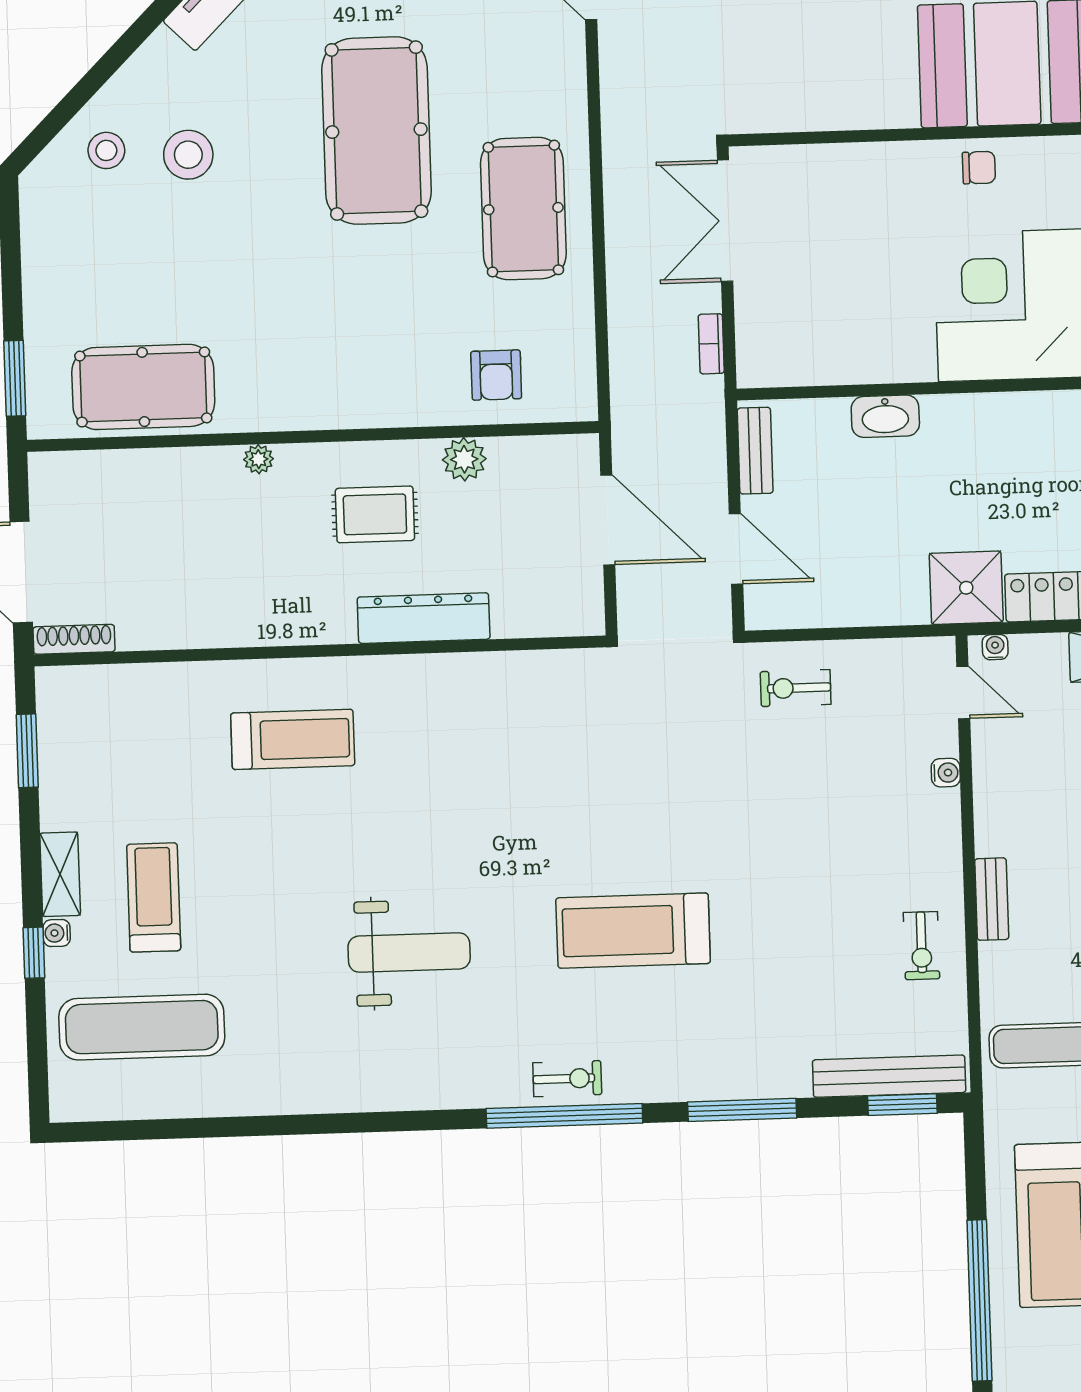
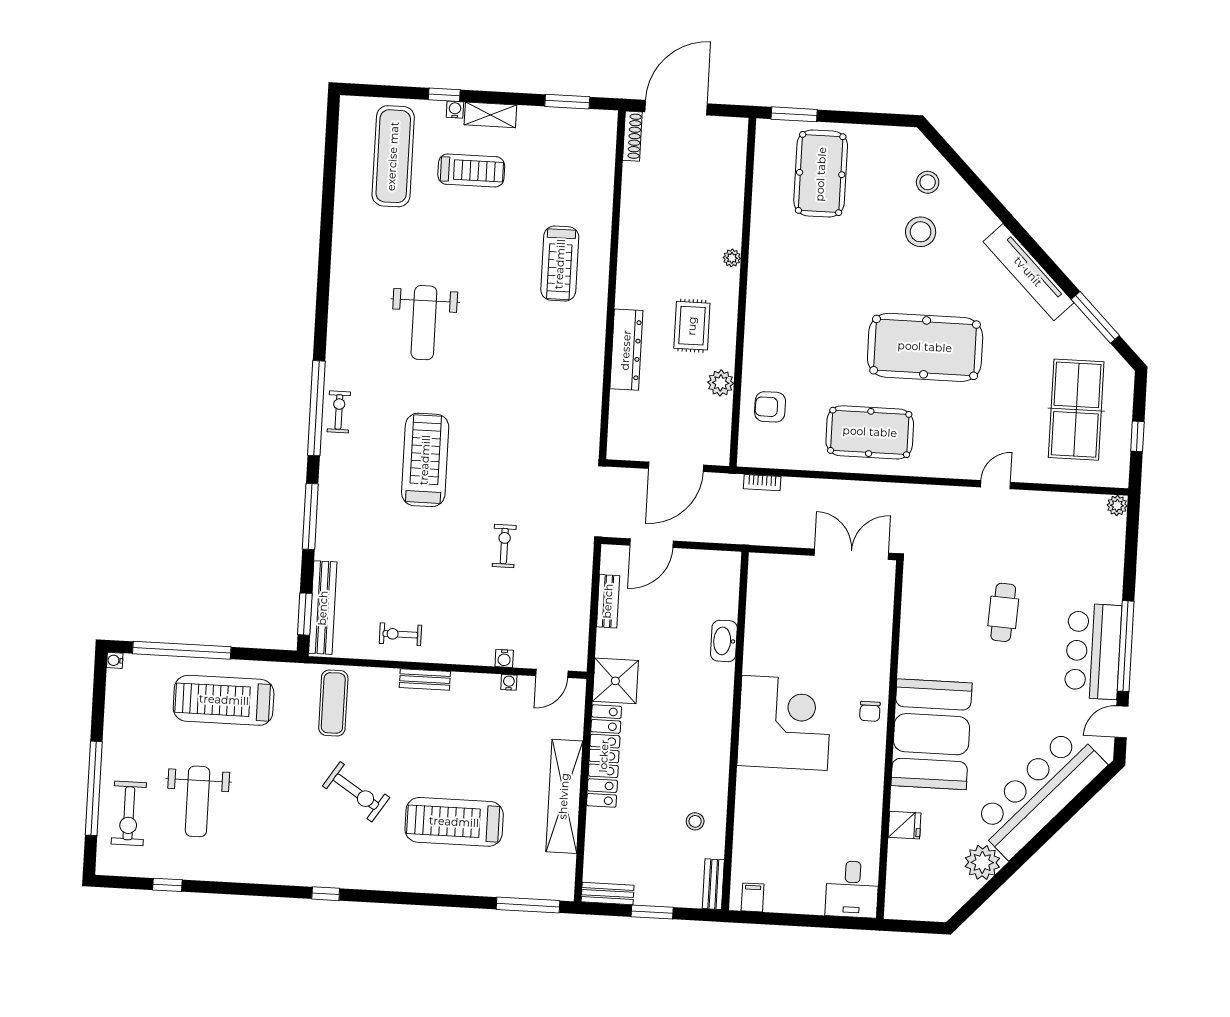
bookcase: (711, 344) -> (762, 483), moved, turned 180
pool table: (143, 387) -> (821, 174), moved
bench: (755, 451) -> (608, 601), moved, turned 90
water cooler: (995, 647) -> (509, 682), moved, turned -90
exercise bike: (796, 688) -> (504, 546), moved
exercise bike: (567, 1079) -> (339, 412), turned 180

